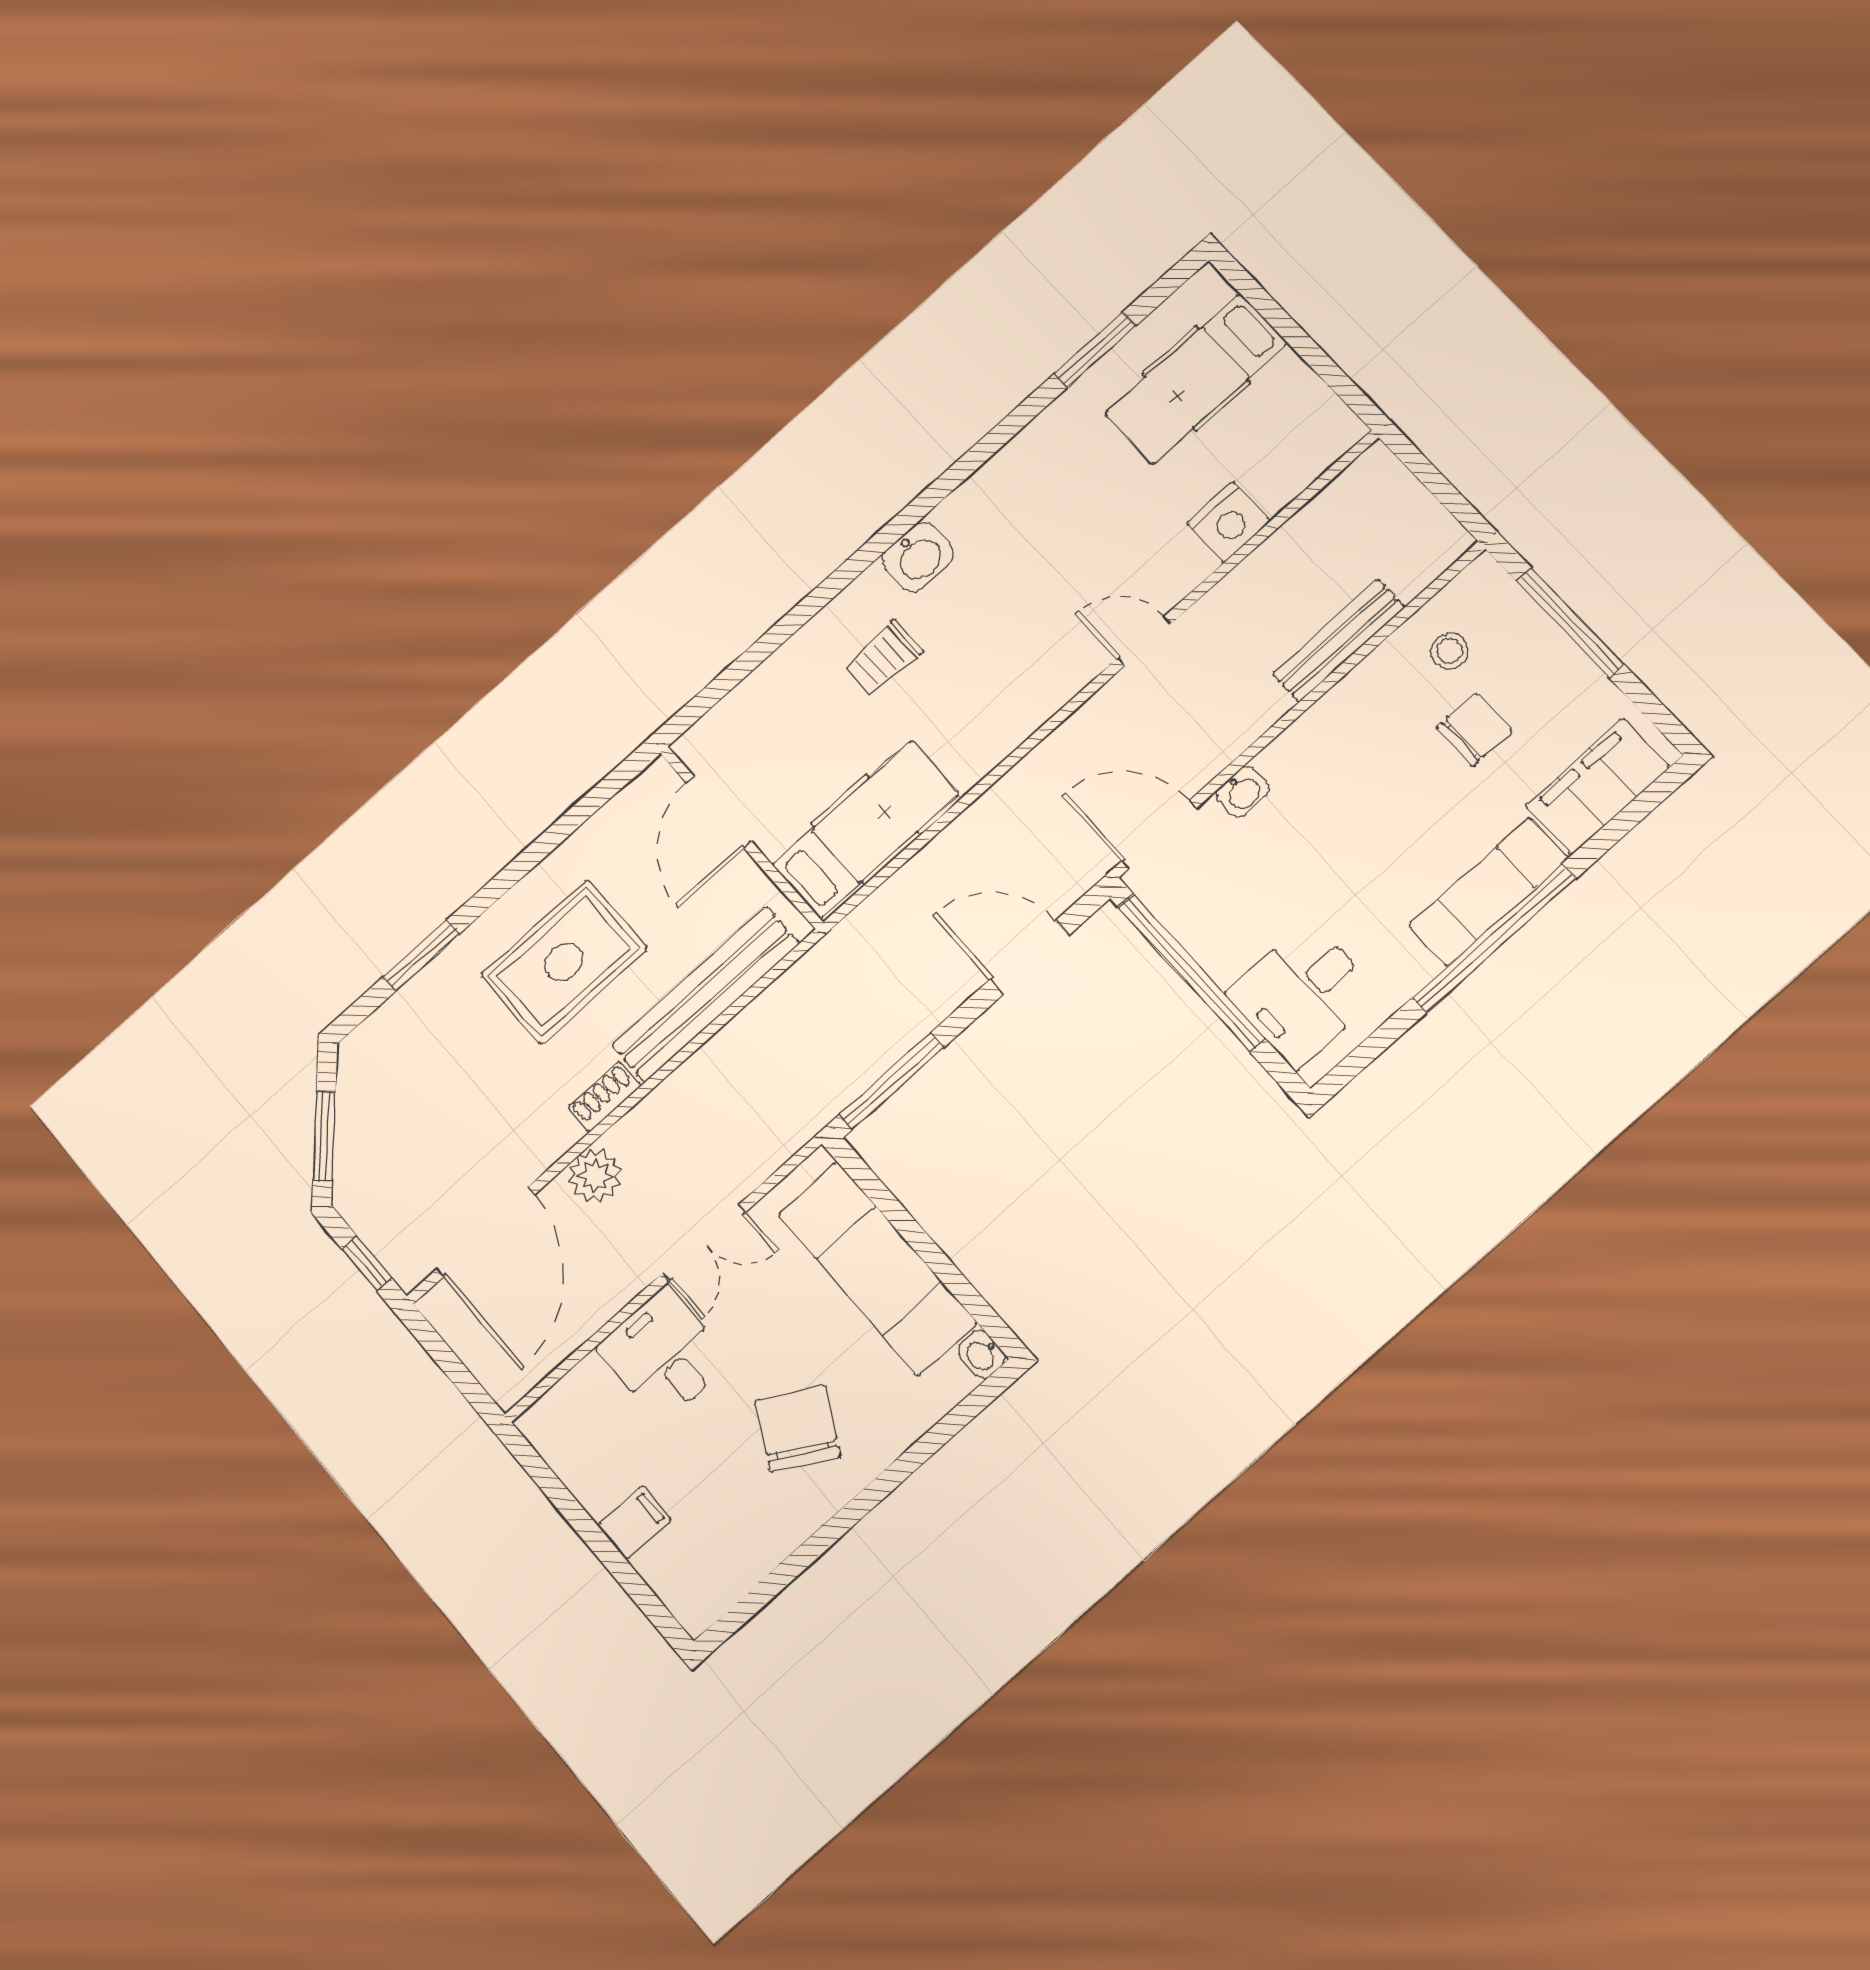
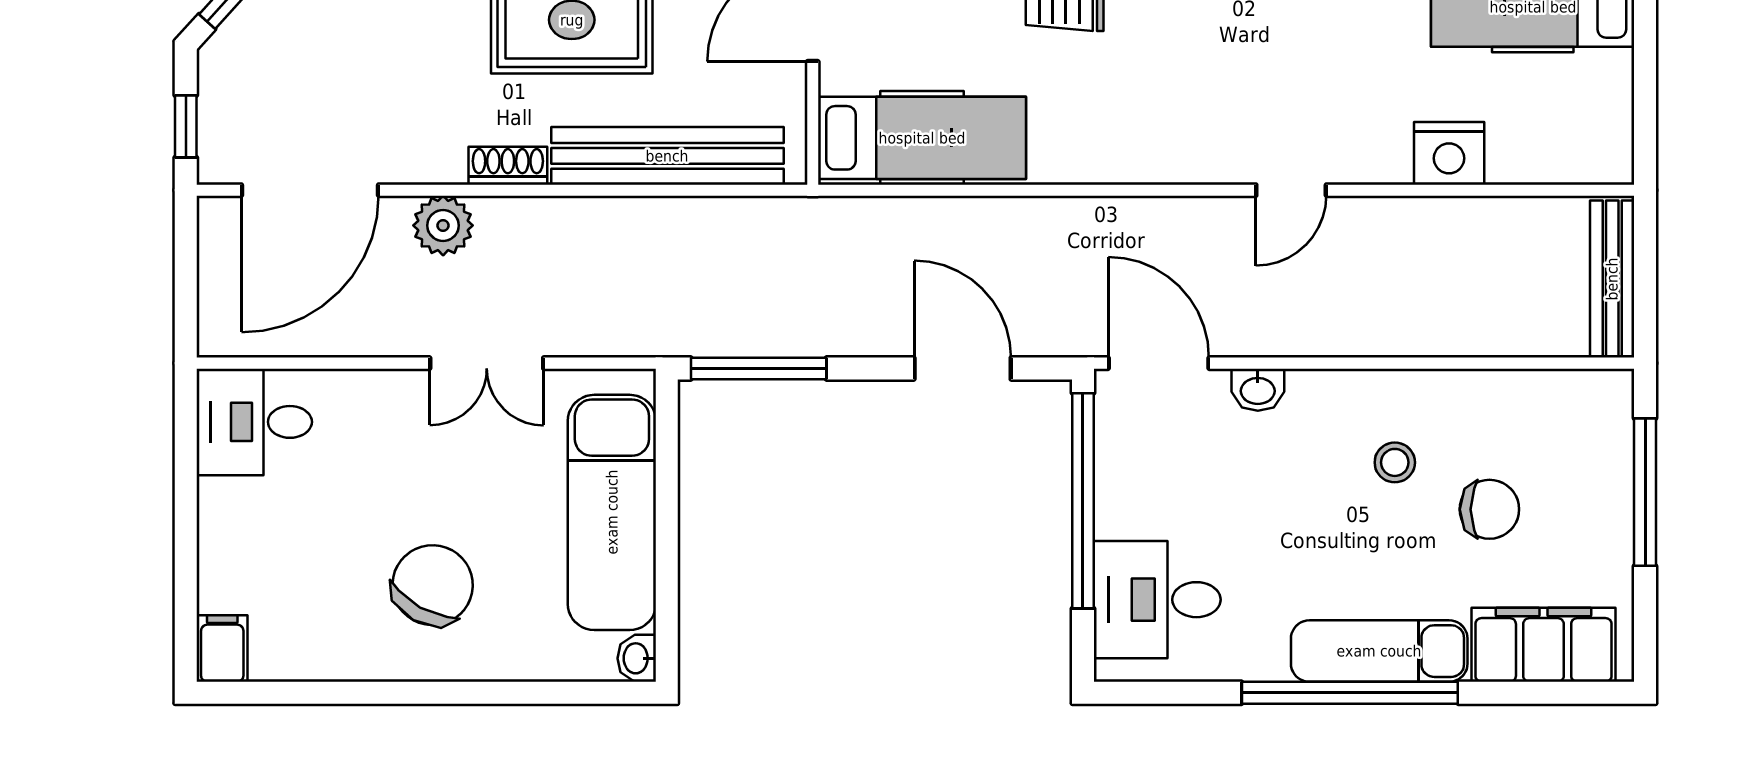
door: (1144, 641) -> (1291, 190), swing flipped
bench: (1339, 641) -> (1612, 279), moved, turned 90
stool: (1450, 651) -> (1395, 462), moved
desk: (664, 1355) -> (254, 422), moved, turned -90
filing cabinet: (634, 1522) -> (222, 649), moved, turned -90

